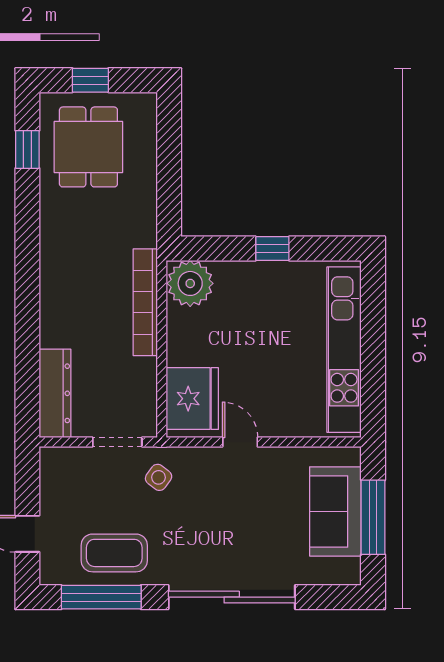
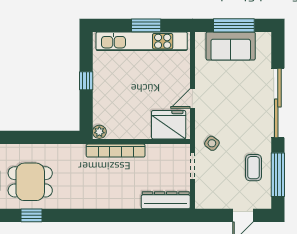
plant: (190, 283) -> (99, 132), width x0.53, depth x0.53
window: (373, 358) -> (146, 25), added
coffee table: (114, 553) -> (254, 168), width x0.73, depth x0.77

